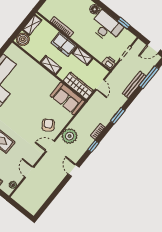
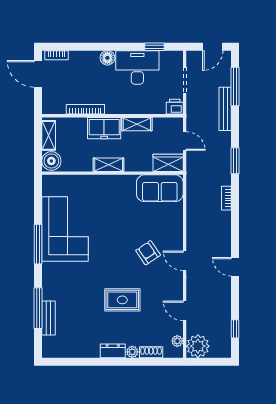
wardrobe: (78, 86) -> (168, 163), width x0.67
armchair: (48, 125) -> (148, 253), moved
plant: (70, 136) -> (198, 346), moved
door: (50, 146) -> (185, 261), hinge flipped
window: (93, 146) -> (235, 329), moved

